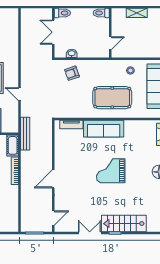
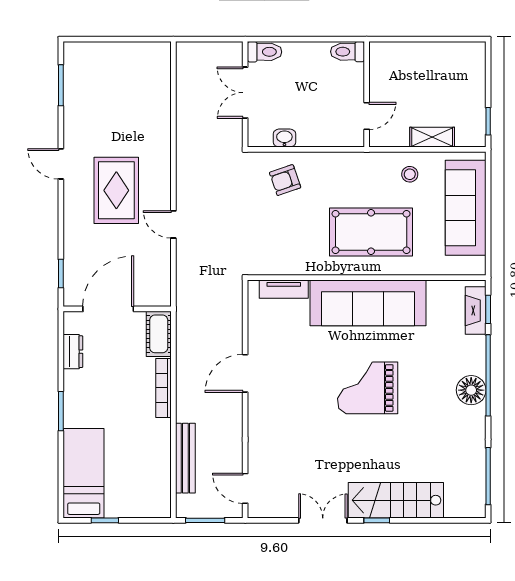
shelving: (137, 13) -> (432, 137), moved
sofa: (104, 129) -> (368, 303), width x1.36, depth x1.27
bench: (25, 134) -> (185, 458), moved
door: (53, 179) -> (245, 373), moved
door: (53, 218) -> (245, 488), swing flipped

